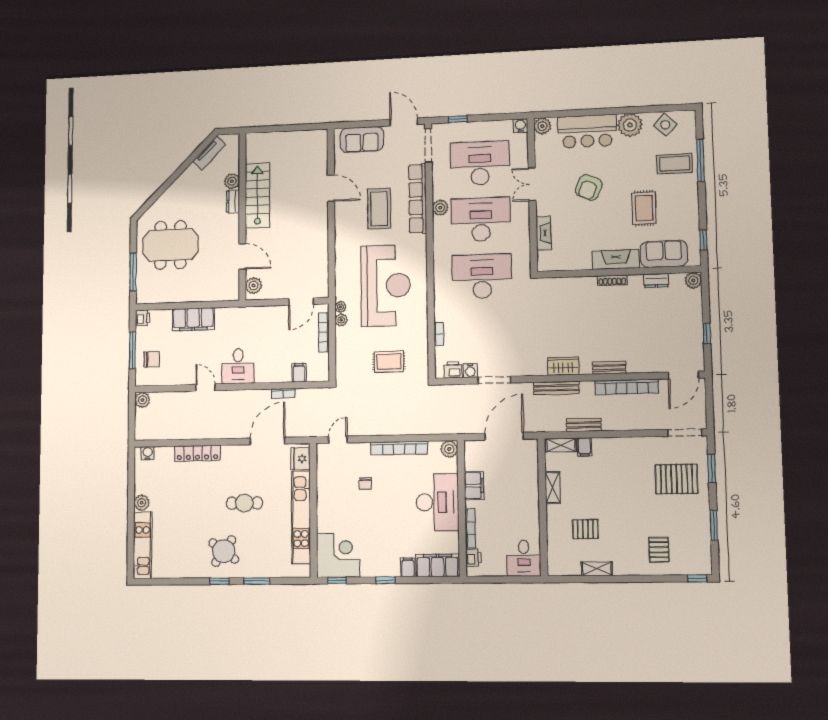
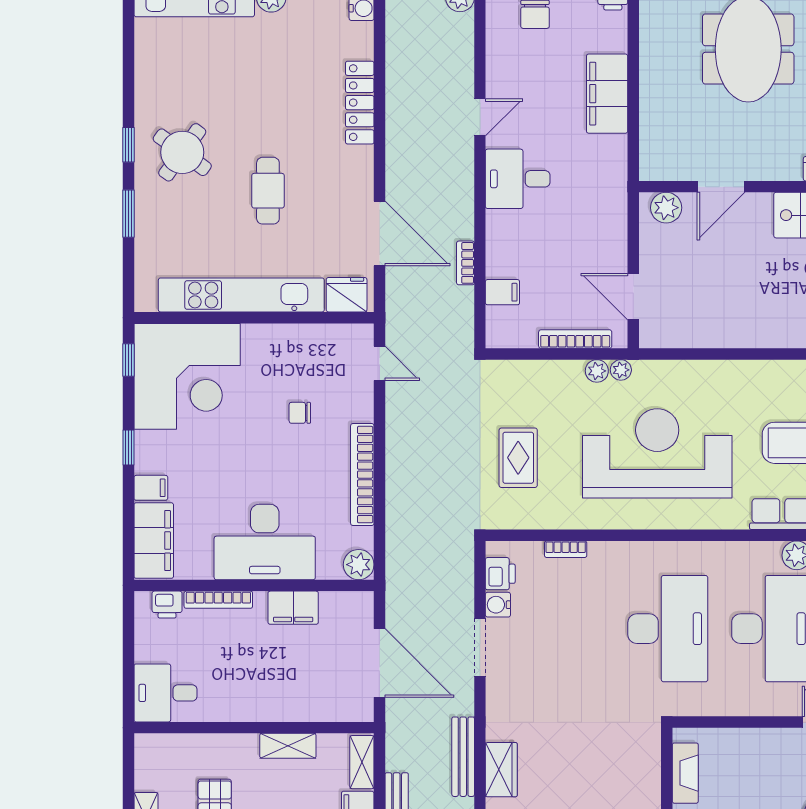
fireplace: (544, 233) -> (685, 773), moved, turned -90
reception desk: (386, 286) -> (657, 453), turned 180
corner desk: (338, 555) -> (187, 376), width x1.36, depth x1.36

